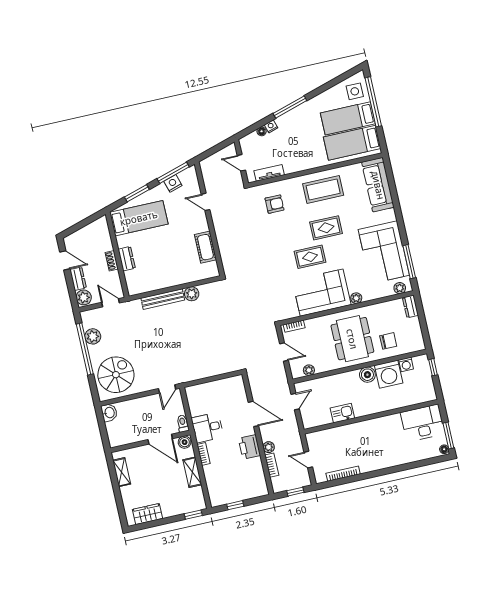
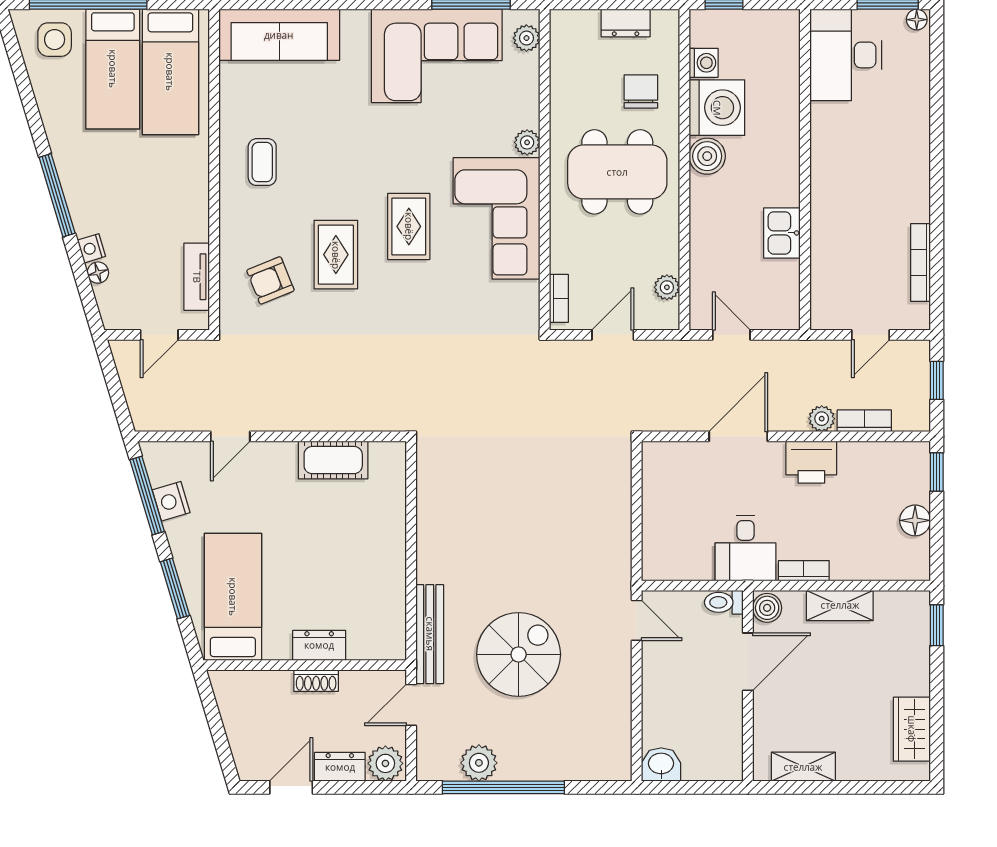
coffee table: (323, 189) -> (262, 162), width x0.54, depth x0.58
armchair: (274, 204) -> (270, 280), turned -112
rug: (326, 228) -> (336, 255), moved
plant: (192, 294) -> (432, 515), removed
bench: (163, 299) -> (430, 634), moved
dresser: (410, 306) -> (626, 23), moved
spiral stairs: (116, 375) -> (519, 654), moved, turned 90
floor lamp: (235, 496) -> (915, 520), added
window: (235, 505) -> (937, 472), moved

